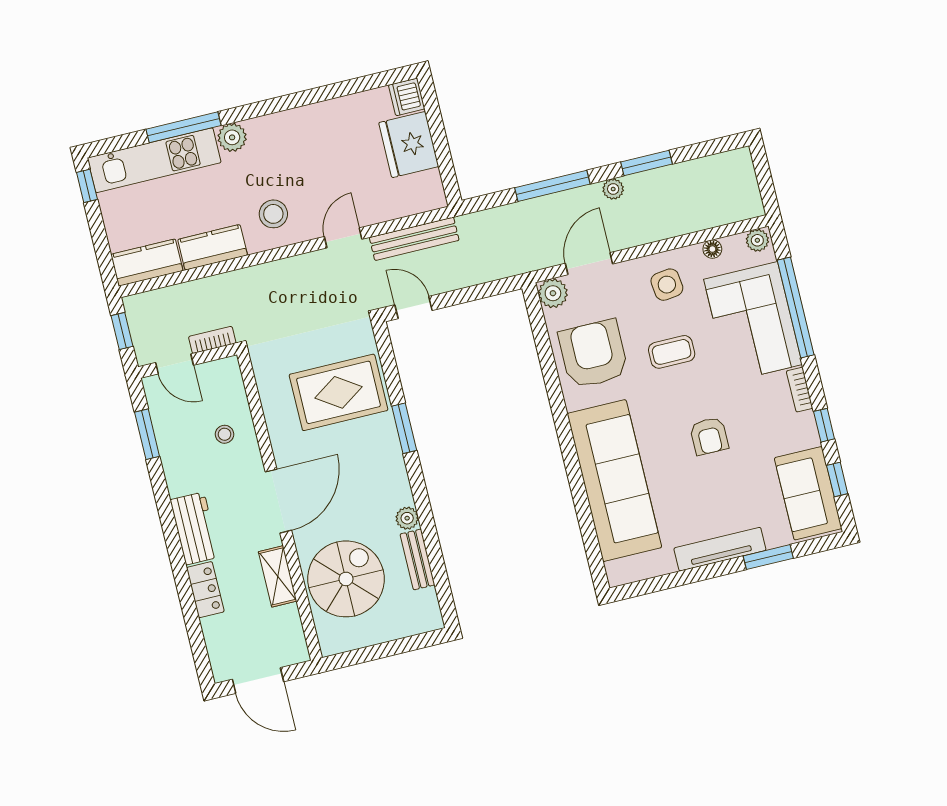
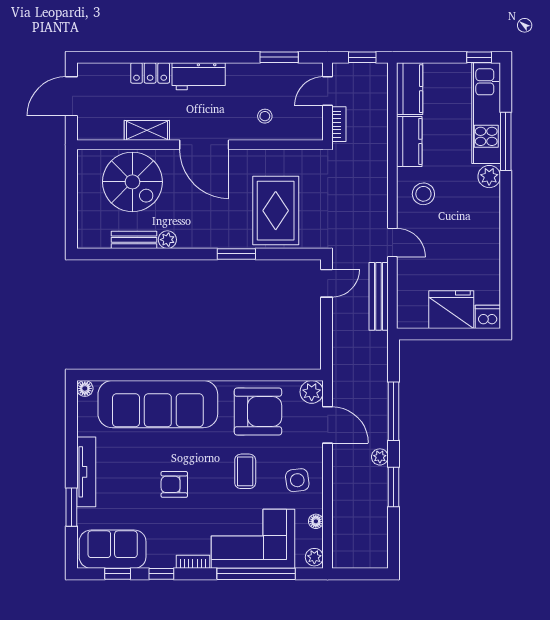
floor lamp: (617, 576) -> (85, 388), added

